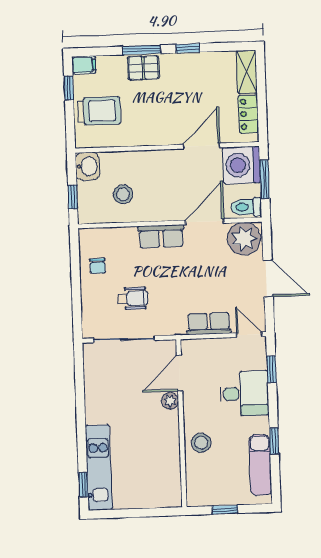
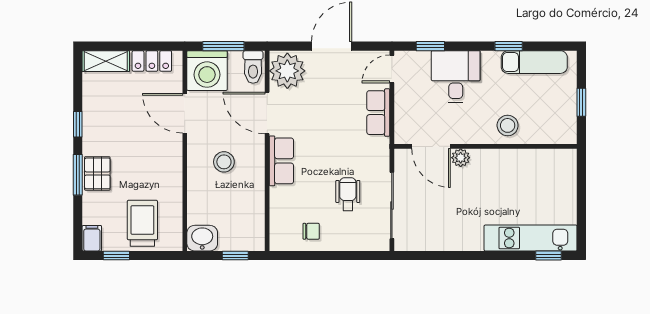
stool: (123, 194) -> (224, 162), moved

